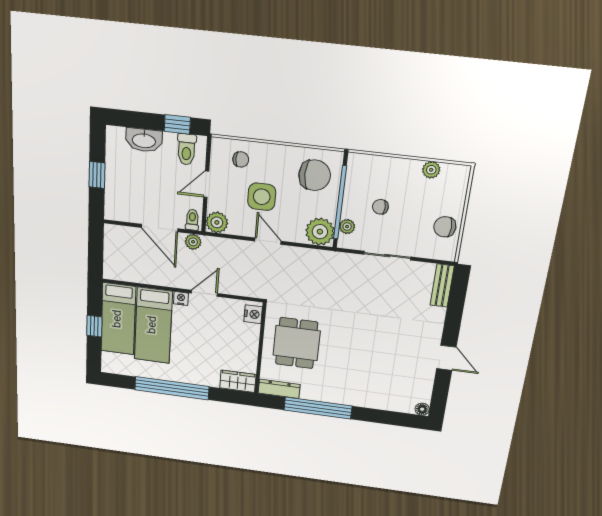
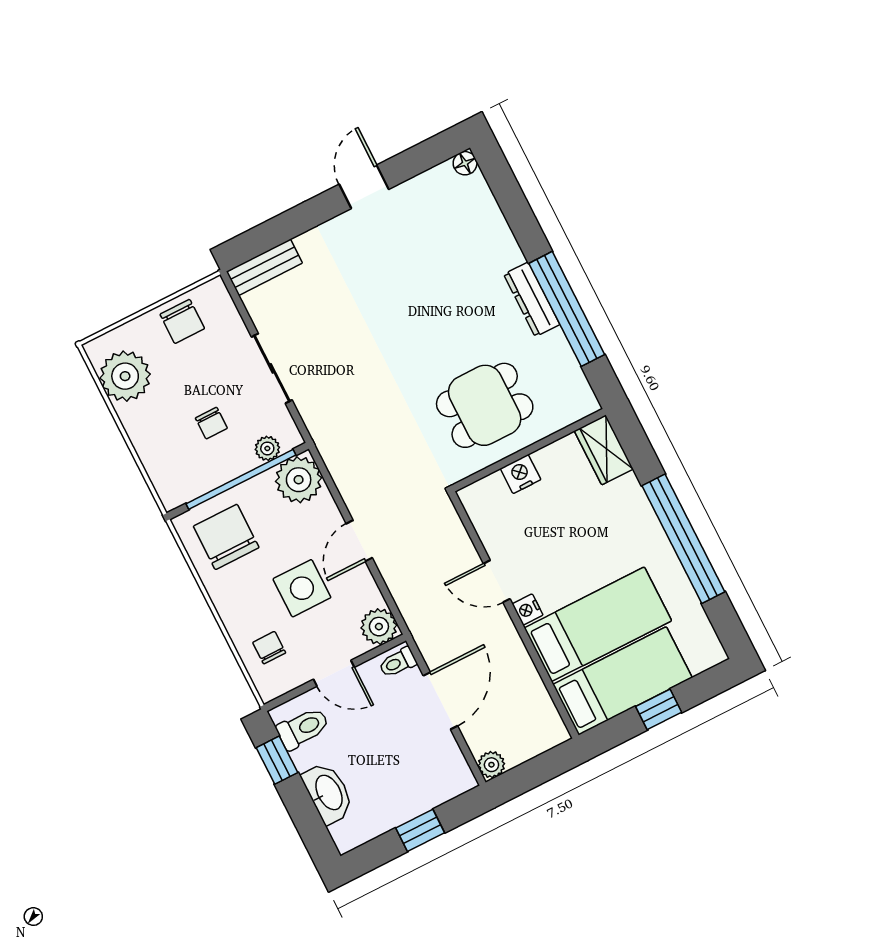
plant: (431, 170) -> (125, 376), width x1.87, depth x1.87
plant: (193, 242) -> (491, 765), moved
nightstand: (253, 314) -> (521, 474), moved
dresser: (279, 389) -> (532, 299), moved

